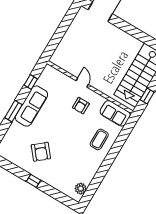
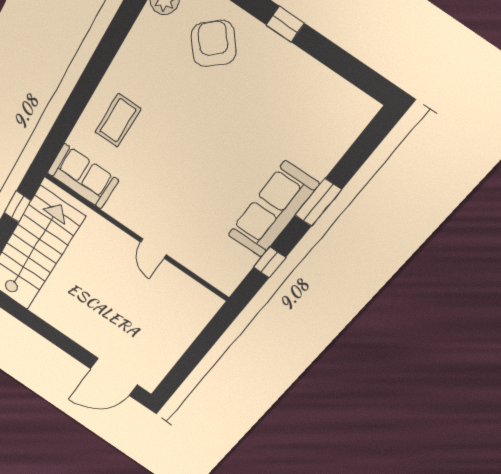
armchair: (81, 106) -> (158, 200), removed
armchair: (41, 152) -> (213, 44), moved

